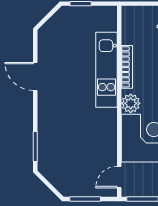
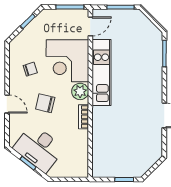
bookcase: (127, 67) -> (84, 117), width x0.64
kitchen unit: (107, 70) -> (101, 73), moved

